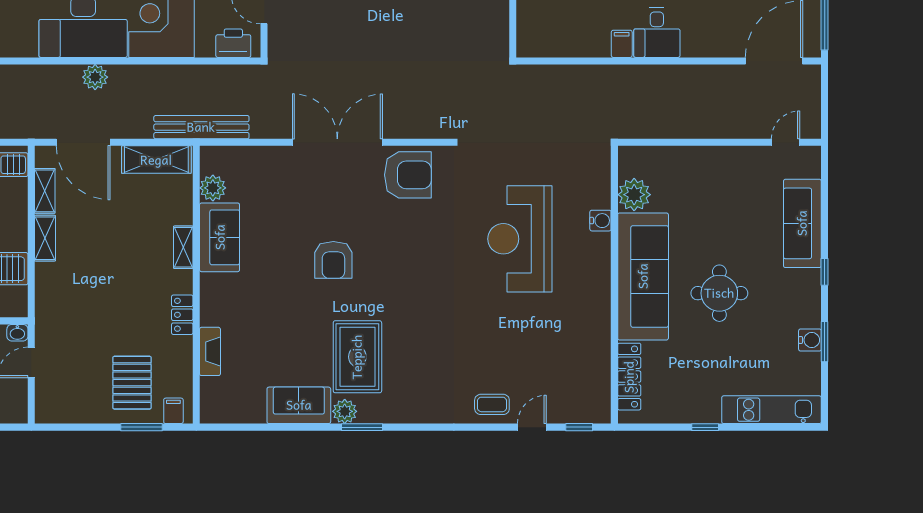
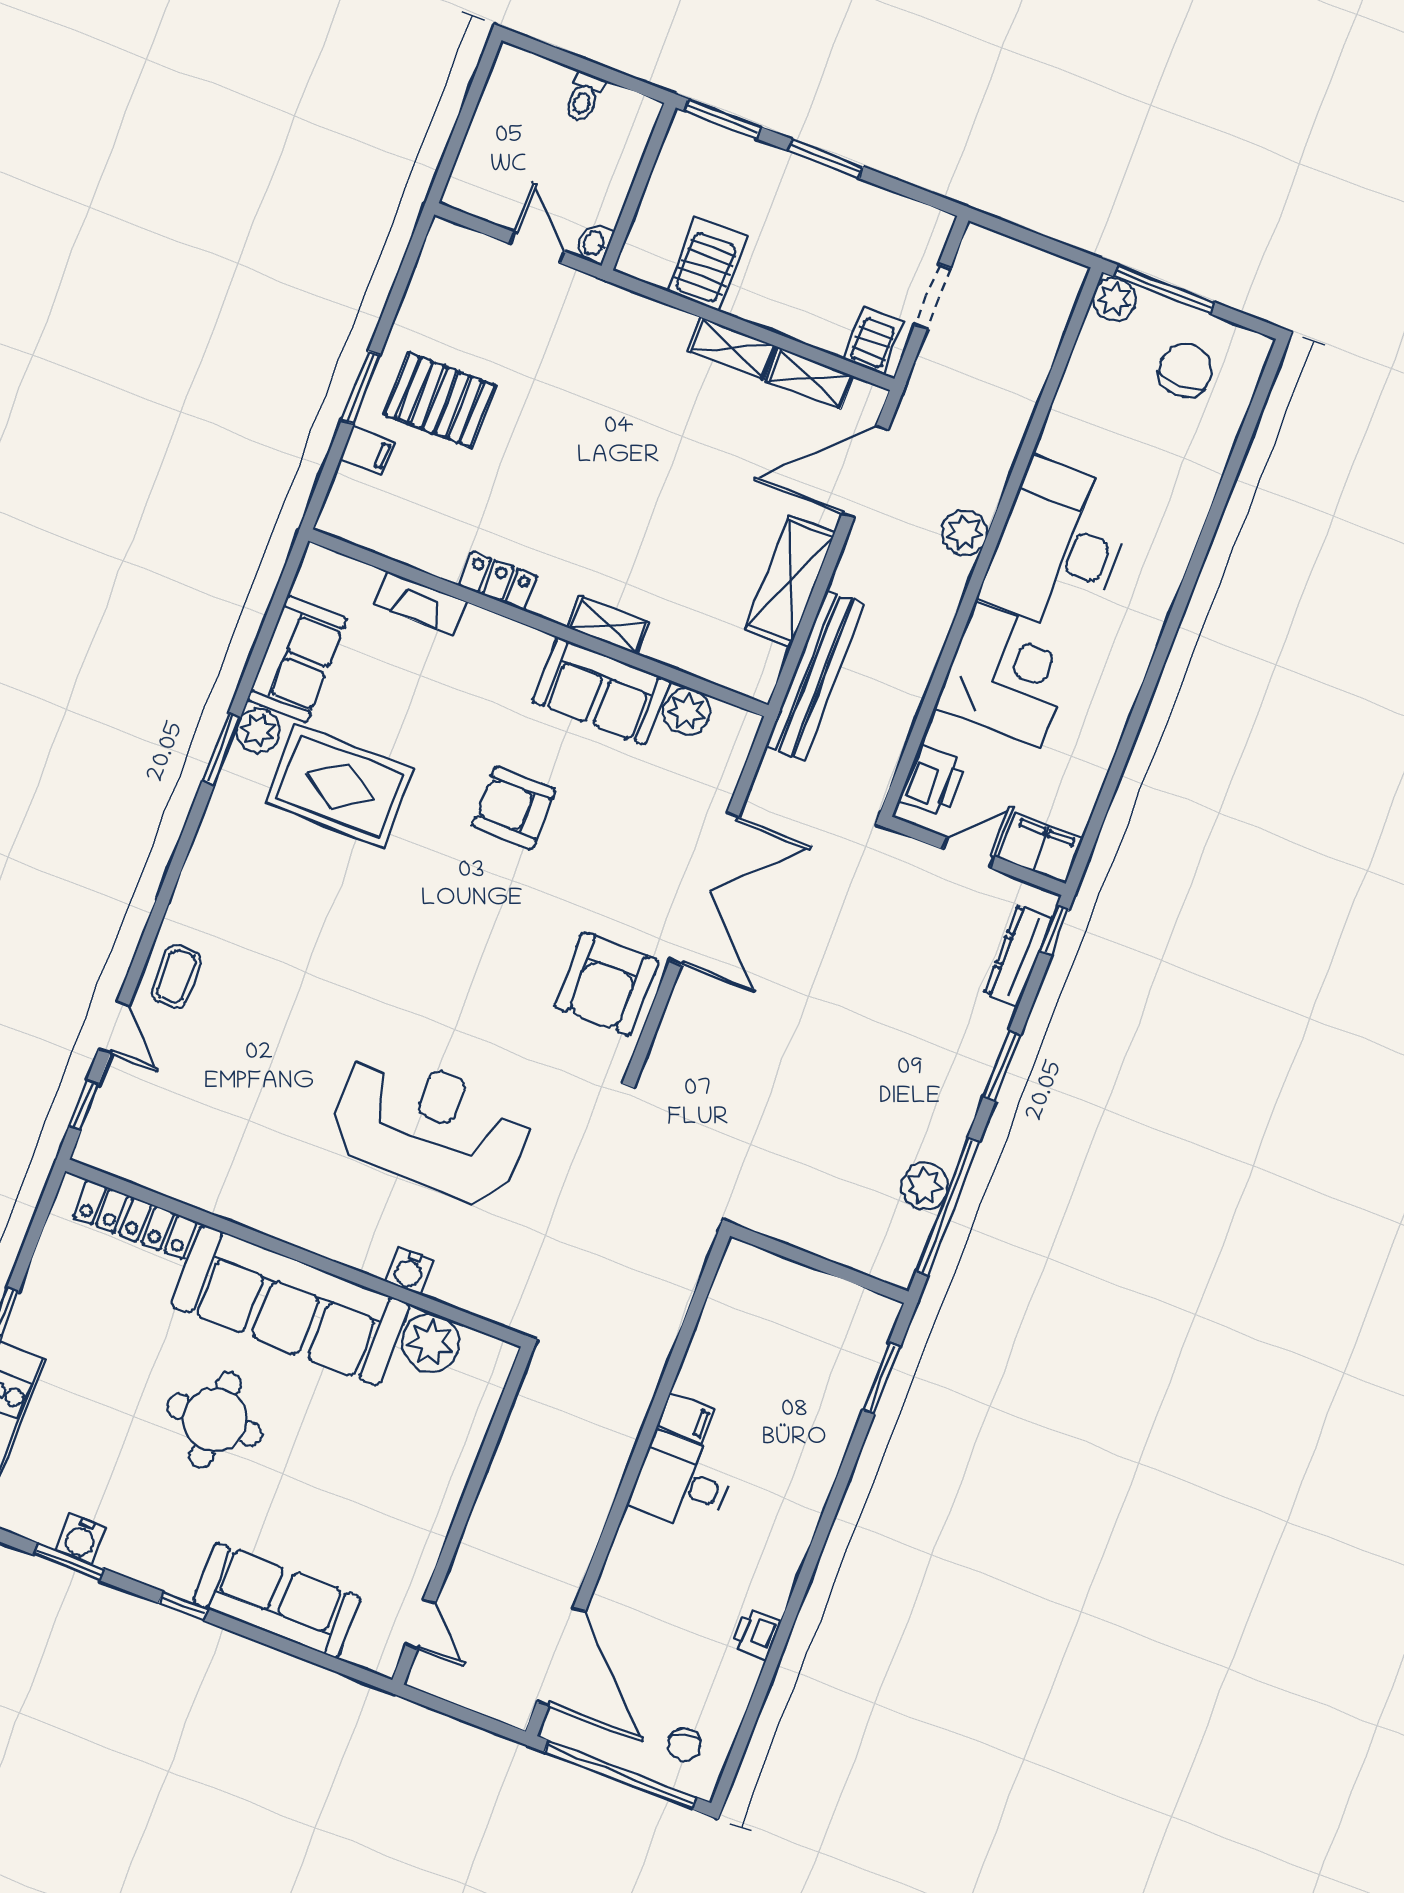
plant: (213, 188) -> (687, 711), moved
sofa: (220, 237) -> (601, 691), moved
shelving: (183, 247) -> (608, 625), moved
wall: (196, 285) -> (538, 623), moved
locker: (182, 315) -> (498, 581), moved
fireplace: (210, 351) -> (420, 603), moved

